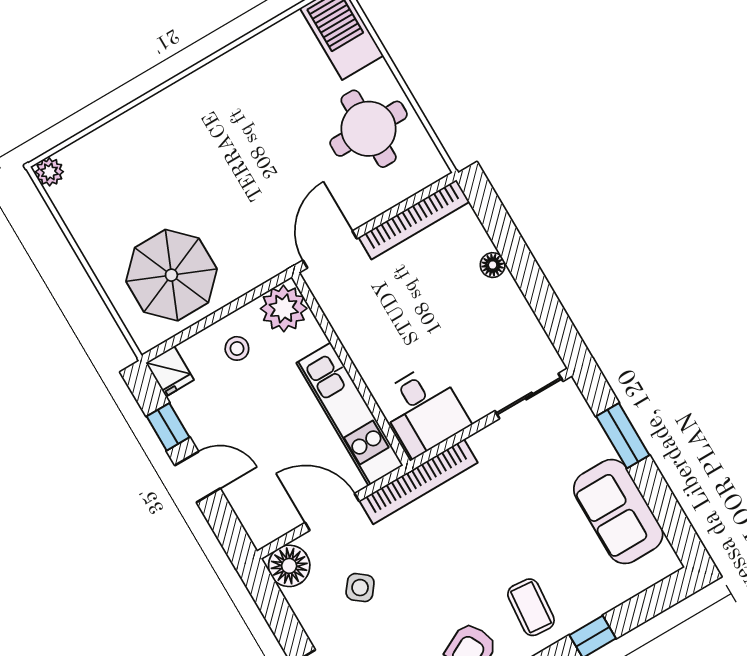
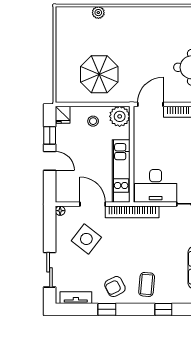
plant: (49, 172) -> (98, 13), moved
parasol: (171, 275) -> (99, 74), moved
desk: (423, 410) -> (156, 186), width x1.37
floor lamp: (289, 566) -> (60, 211), width x0.53, depth x0.53
side table: (360, 588) -> (86, 239), width x1.87, depth x1.87

